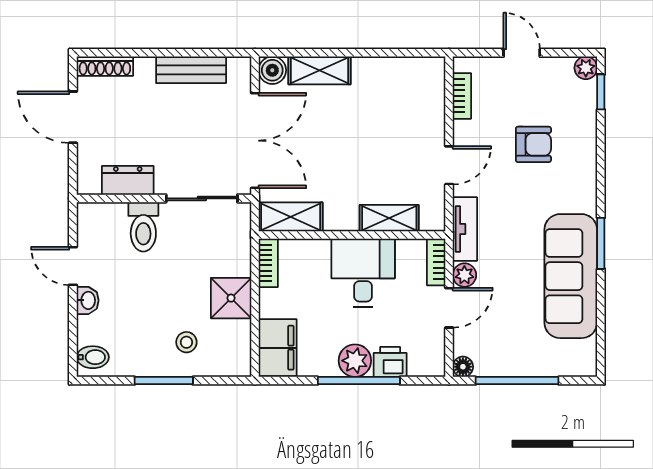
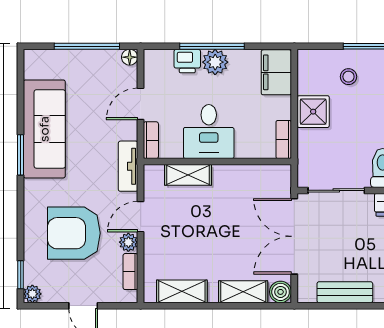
armchair: (533, 144) -> (74, 233), width x1.88, depth x1.88
shelving: (291, 217) -> (182, 291), moved
plant: (464, 275) -> (128, 242), moved

